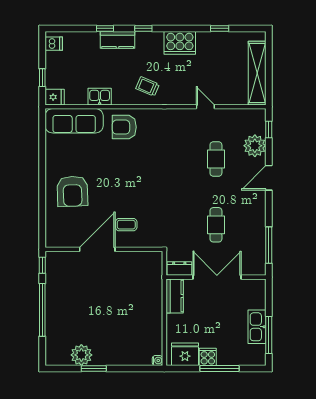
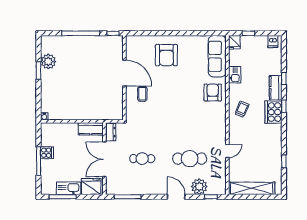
cooker: (180, 43) -> (273, 112), moved
cafe table: (216, 159) -> (190, 159), width x1.37, depth x1.35
armchair: (72, 191) -> (166, 55), turned -88
double door: (217, 277) -> (104, 159), swing flipped
fridge: (185, 354) -> (91, 186), moved, turned -90

